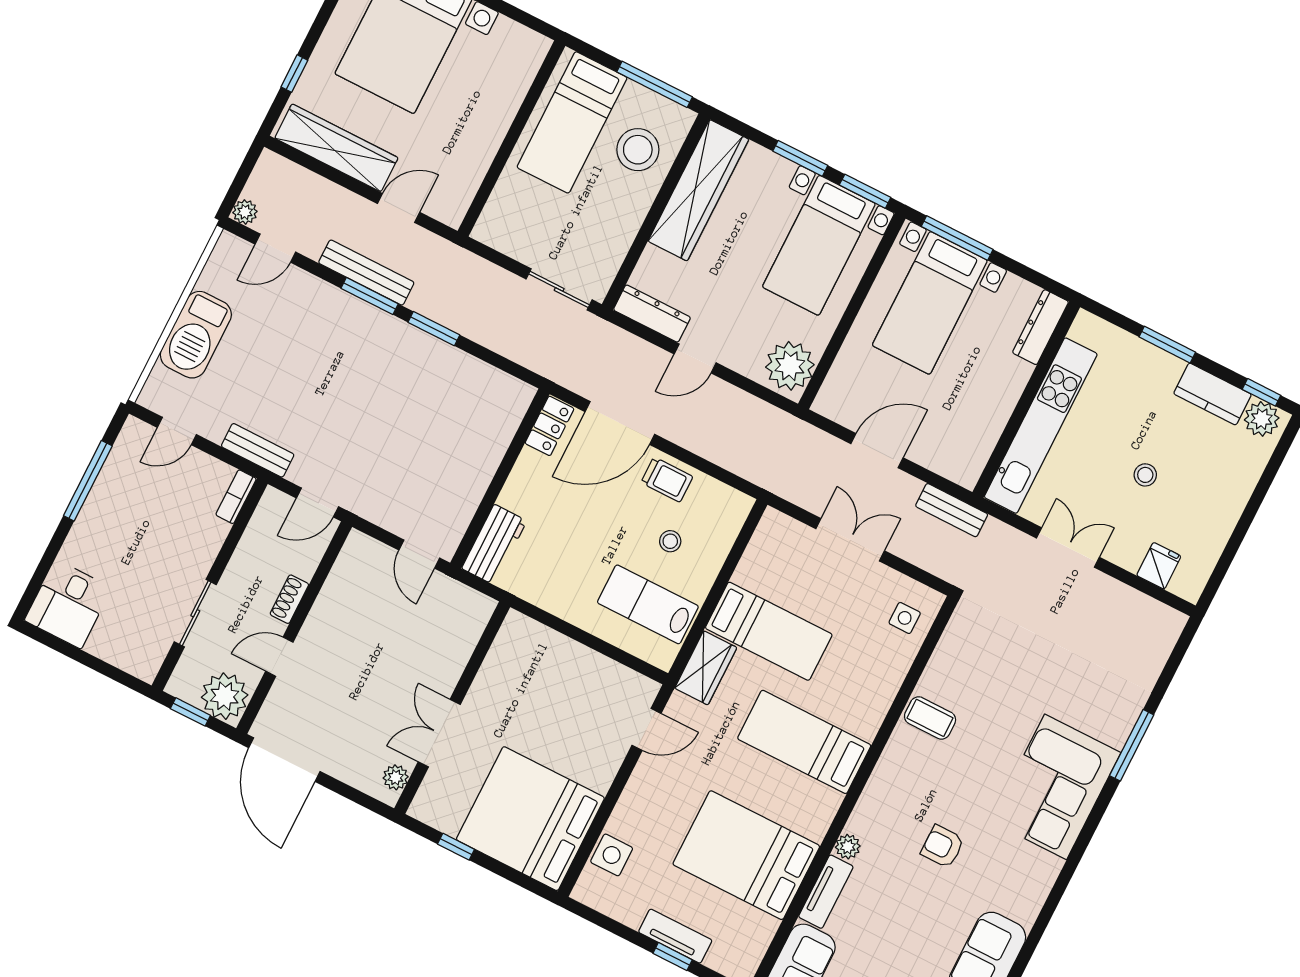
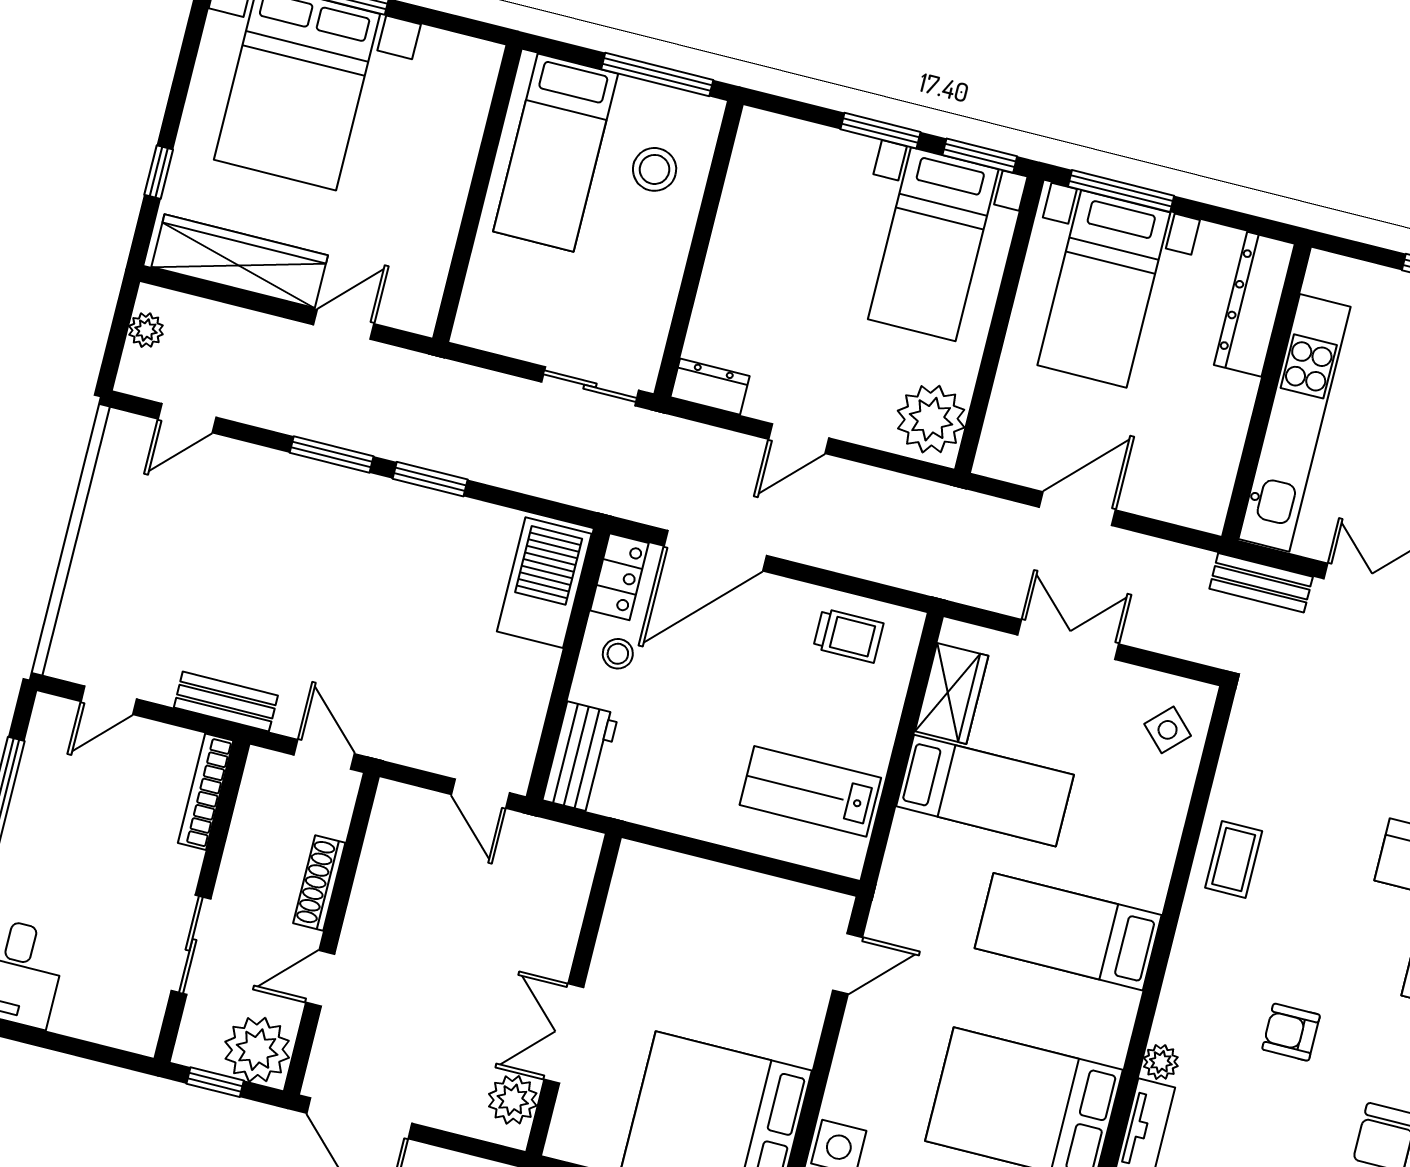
stool: (638, 150) -> (655, 169), width x0.73, depth x0.73
wardrobe: (698, 190) -> (750, 206), removed
plant: (245, 212) -> (146, 330), moved
bench: (366, 273) -> (320, 423), removed
dresser: (652, 314) -> (710, 387), width x0.70
dresser: (1040, 327) -> (1254, 304), width x1.37, depth x1.24
barbecue: (196, 335) -> (544, 583), moved, turned 180
trolley: (667, 480) -> (848, 636), moved
bookcase: (236, 497) -> (206, 792), width x1.56
door: (317, 502) -> (324, 754), swing flipped
bench: (952, 510) -> (1261, 583), moved
stool: (670, 541) -> (618, 654), moved
shoe rack: (289, 599) -> (319, 883), width x1.43
side table: (905, 618) -> (1168, 730), turned 45
wardrobe: (706, 668) -> (952, 693), moved
coffee table: (930, 718) -> (1234, 859), turned 90
plant: (396, 777) -> (513, 1100), width x1.38, depth x1.38

